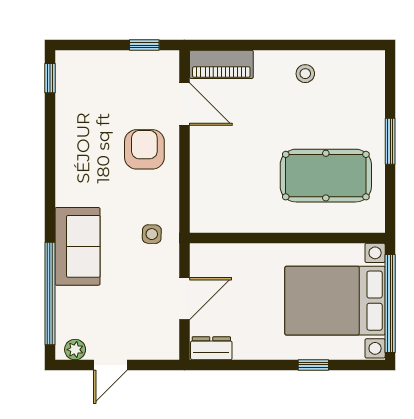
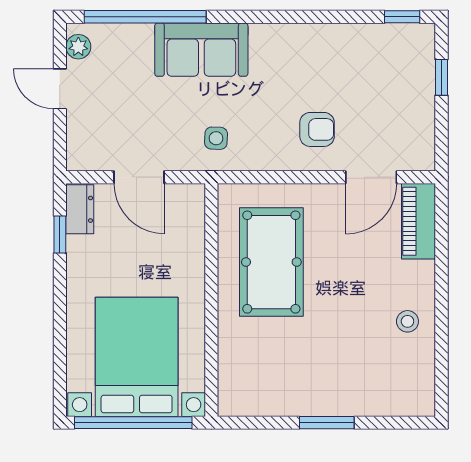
window: (144, 45) -> (442, 77), moved
armchair: (144, 149) -> (317, 129), width x0.72, depth x0.72
pool table: (326, 176) -> (271, 262), moved
window: (313, 365) -> (60, 234), moved

